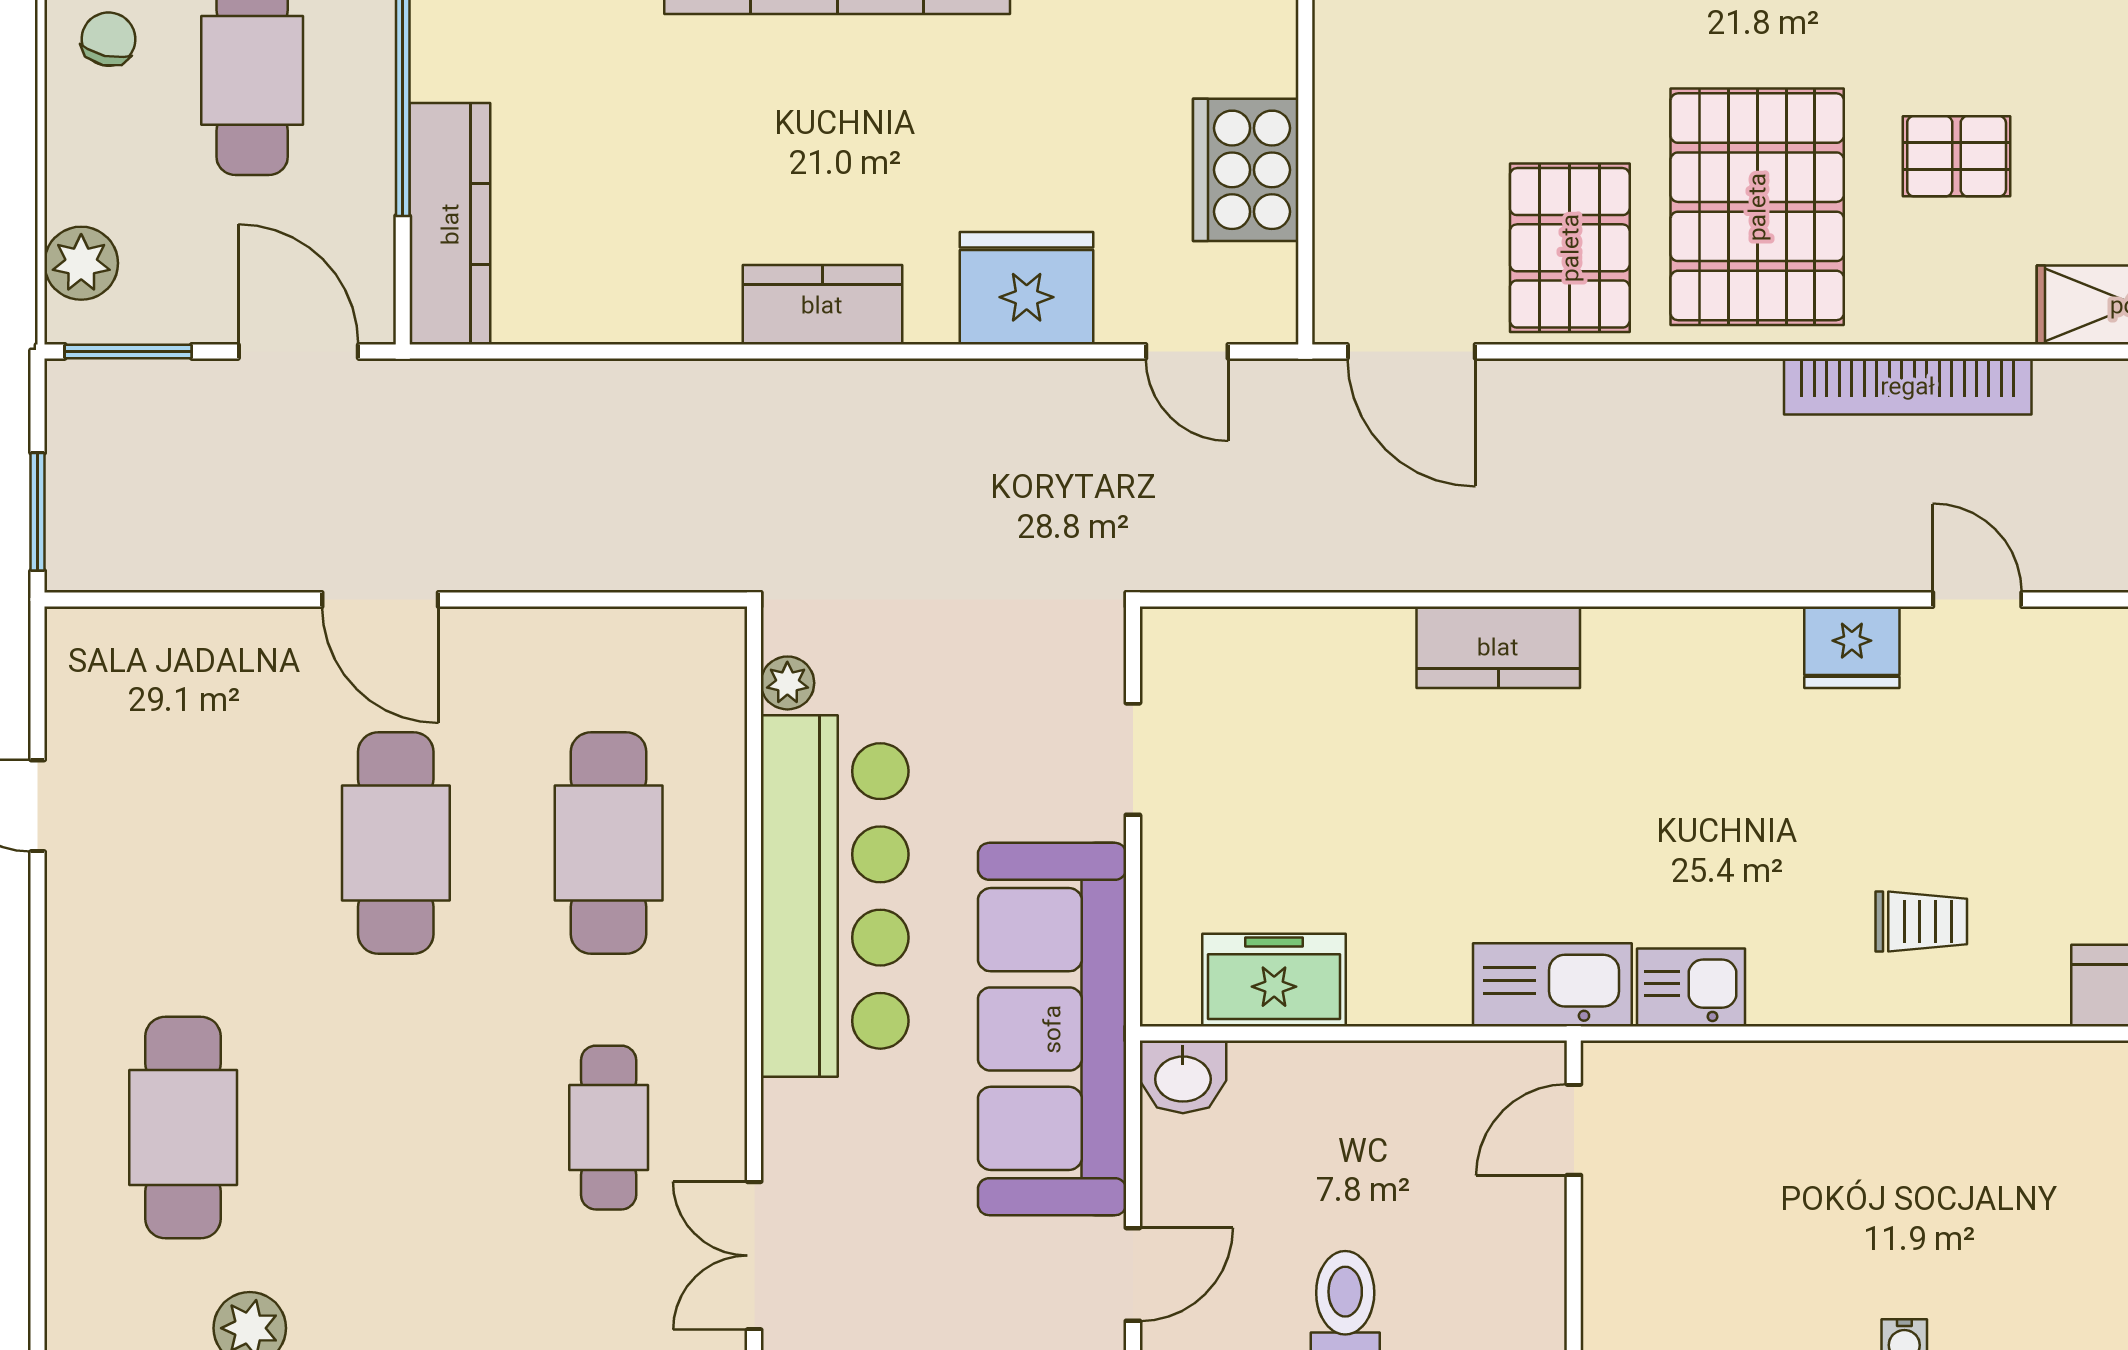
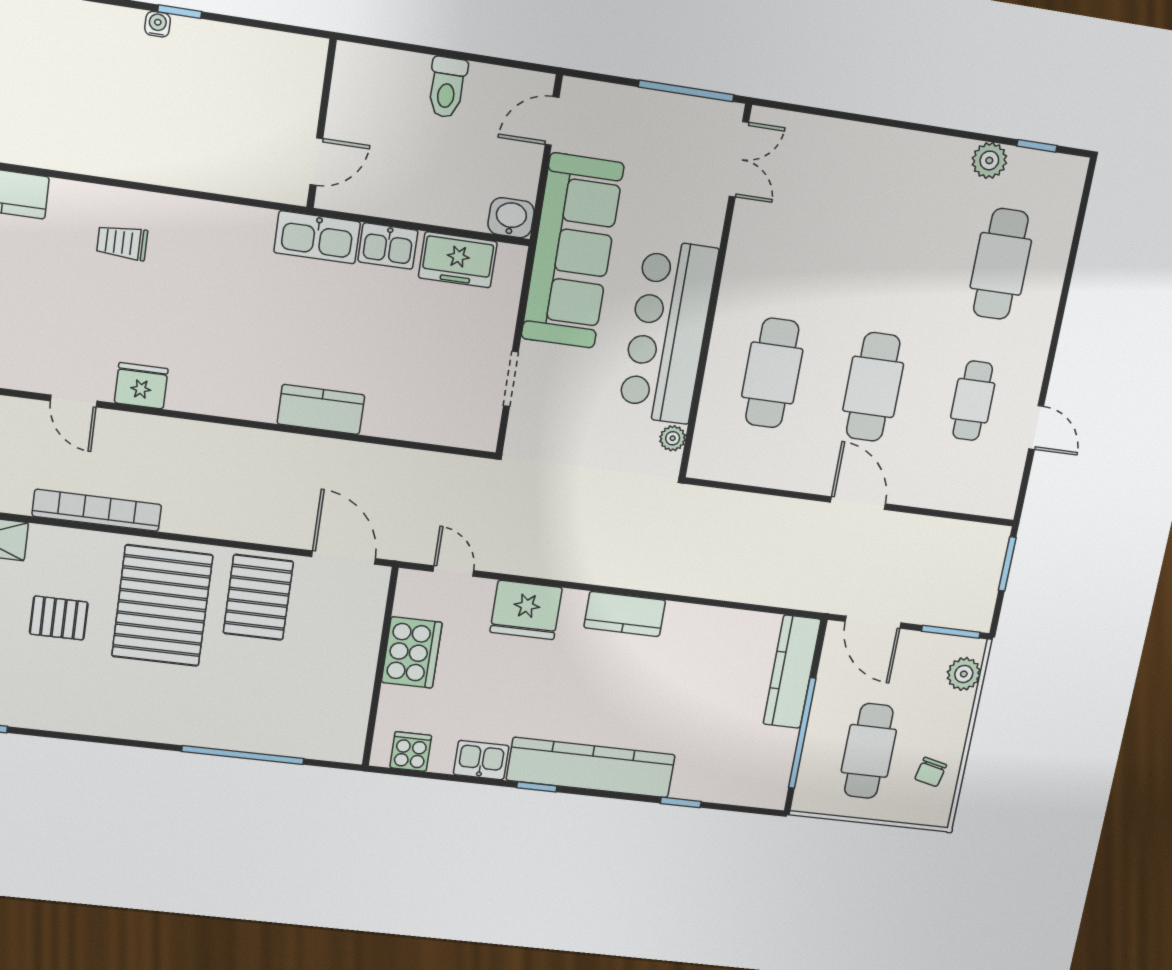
kitchen sink: (1691, 988) -> (388, 246), moved
cafe table: (609, 1128) -> (973, 401), moved

